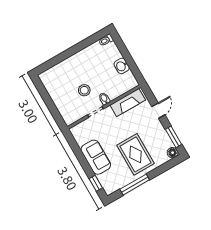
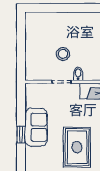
window: (96, 183) -> (21, 135), moved

